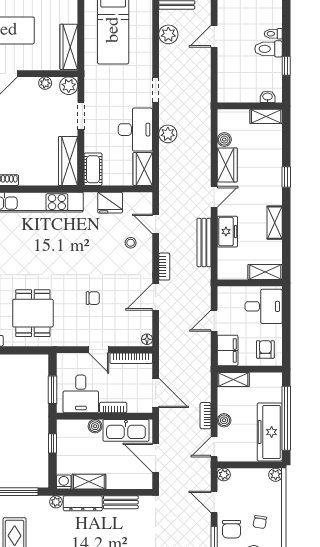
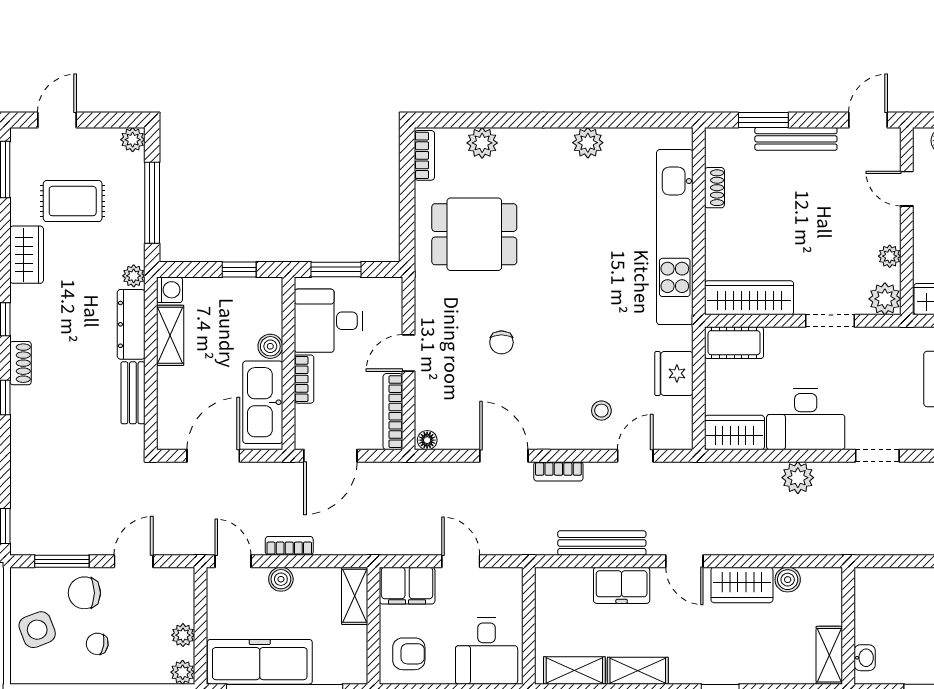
shelving: (265, 272) -> (574, 670), moved, turned 90
plant: (224, 475) -> (183, 635), moved

